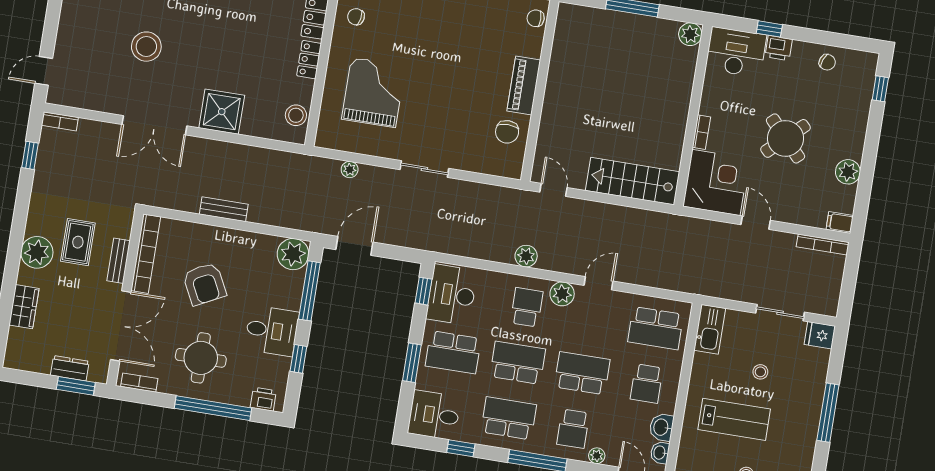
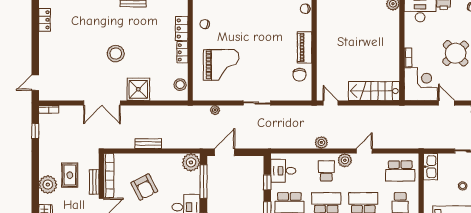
stool: (146, 47) -> (116, 54), moved
grand piano: (373, 93) -> (221, 65), turned 90
window: (423, 291) -> (267, 182), moved
desk: (452, 295) -> (283, 171), width x0.73

